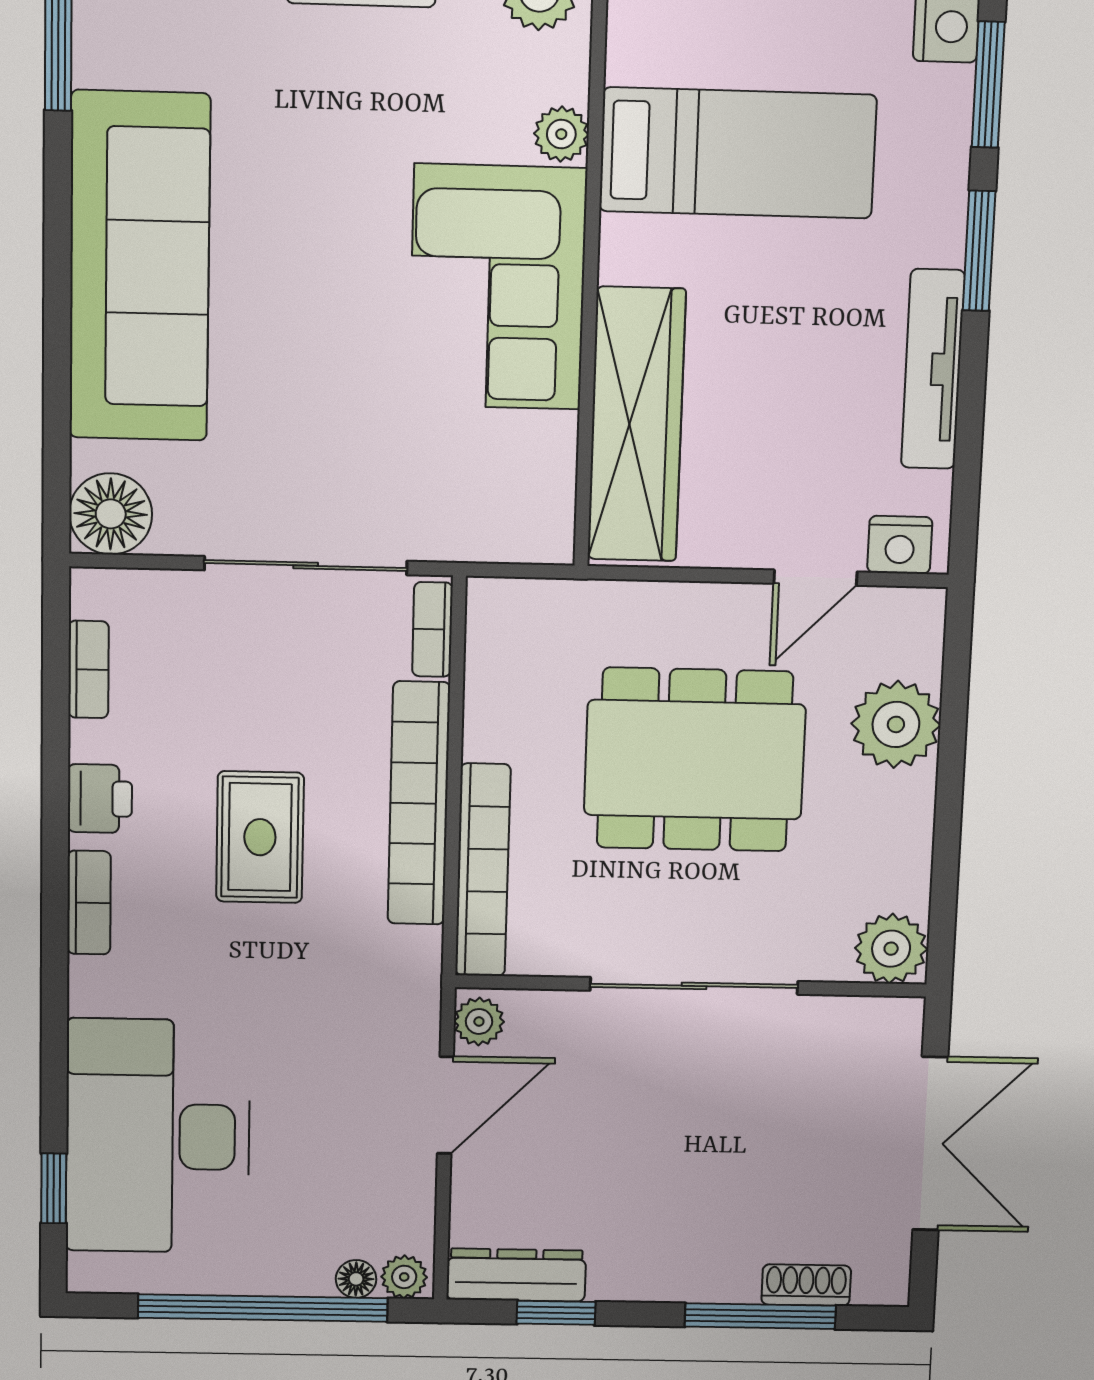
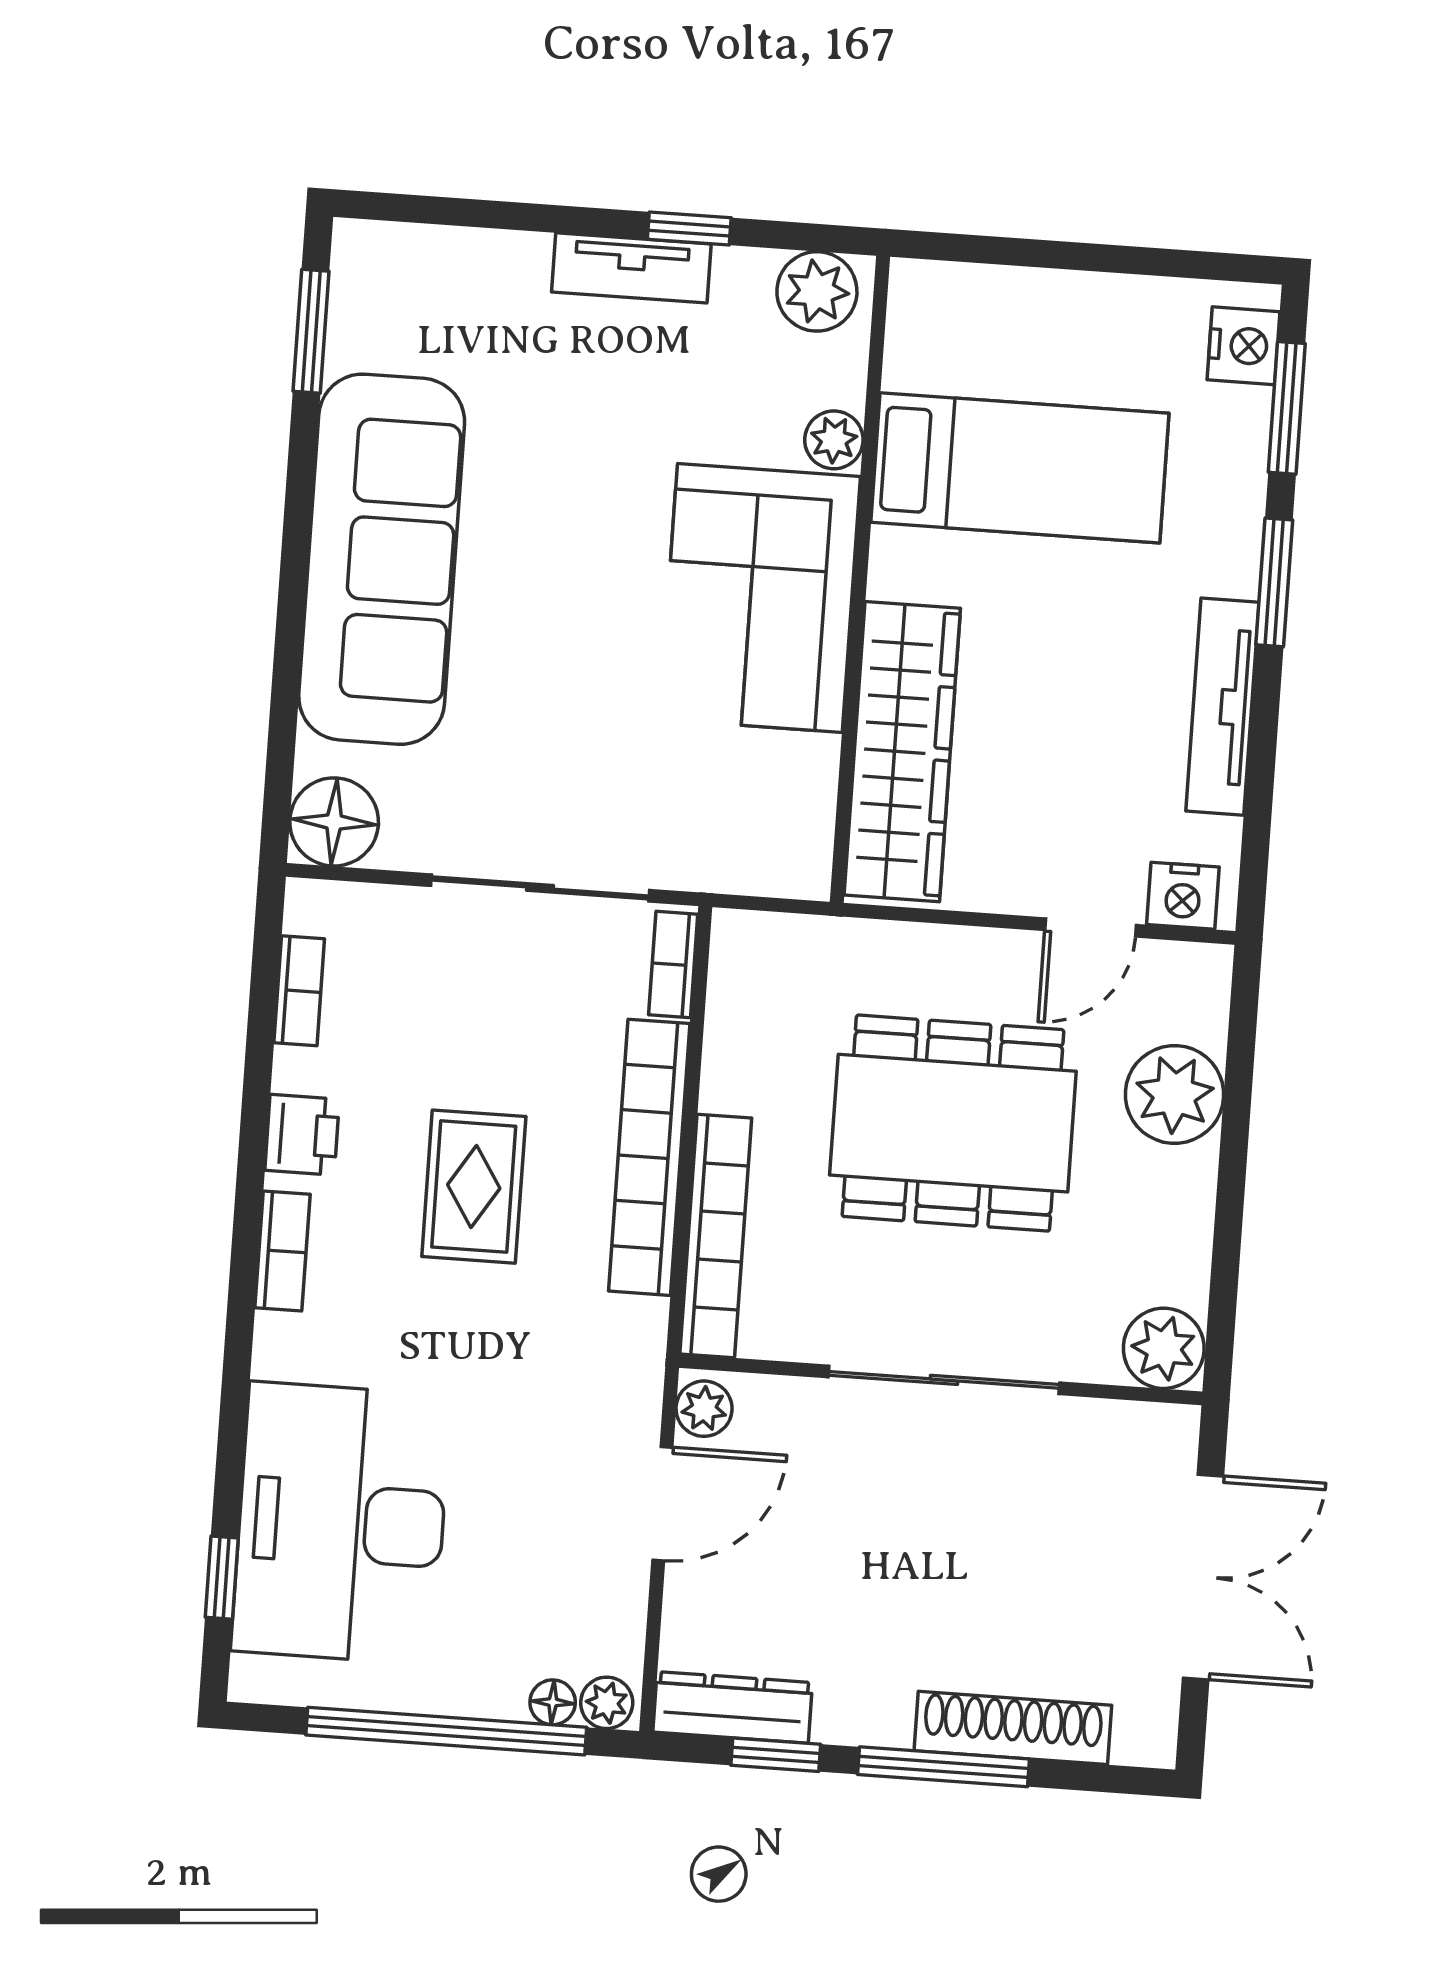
shoe rack: (806, 1285) -> (1013, 1728), width x1.94, depth x1.24
window: (760, 1316) -> (943, 1767), moved

